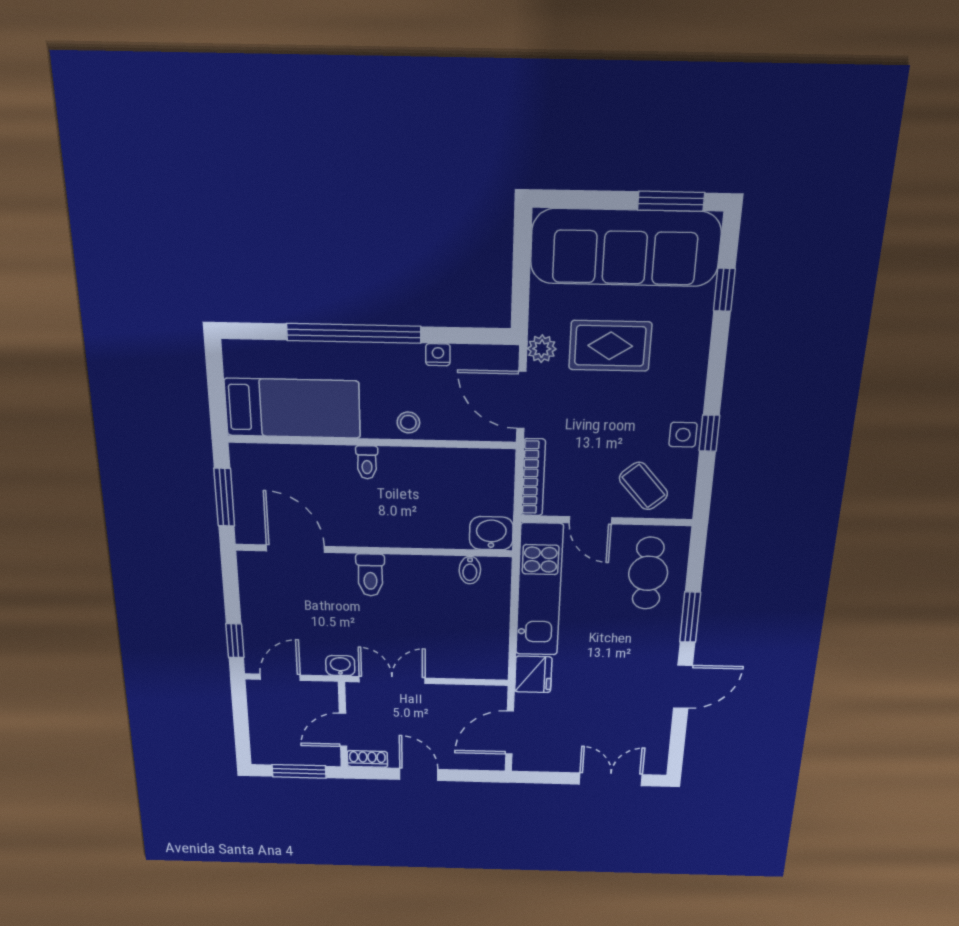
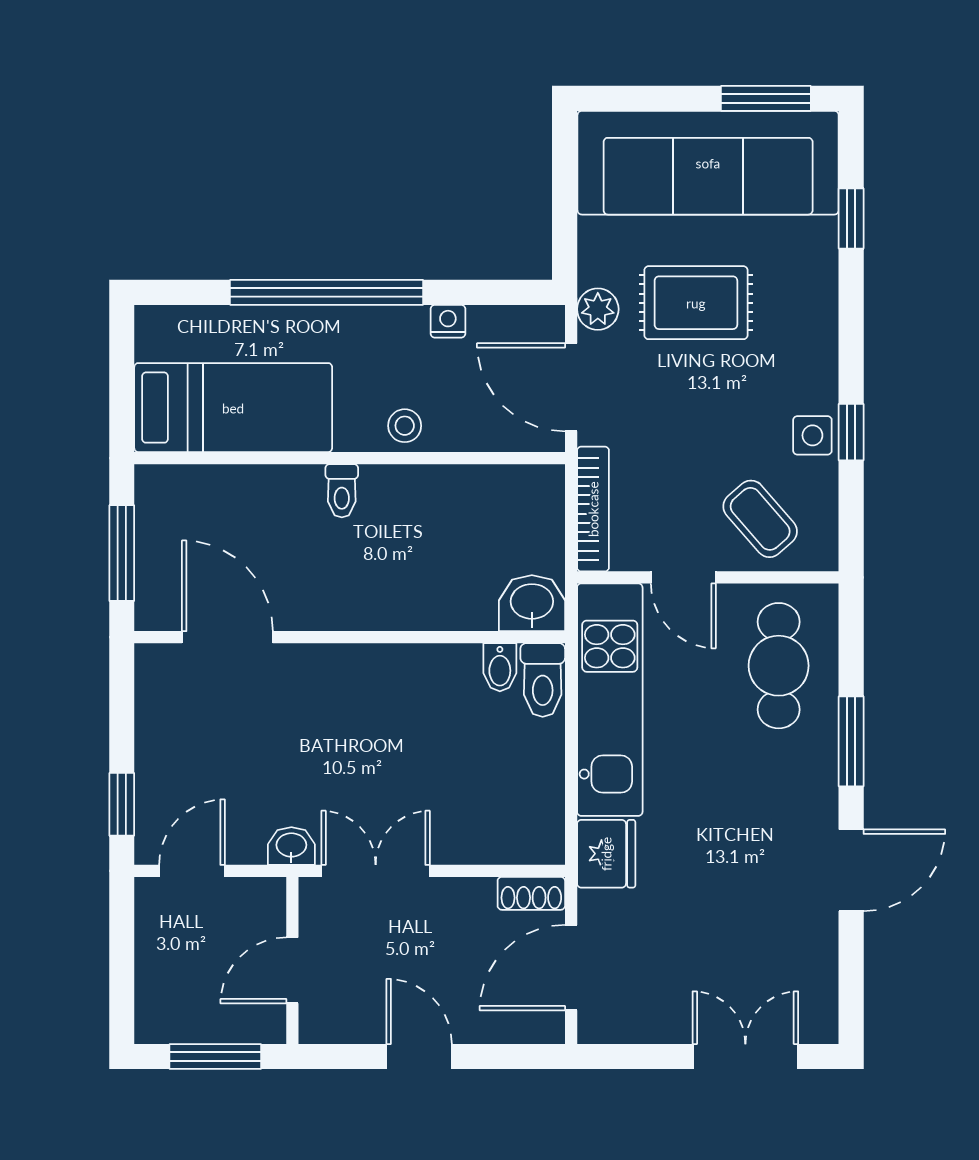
toilet: (370, 575) -> (543, 680), moved
shoe rack: (367, 759) -> (531, 893), moved, turned 180

